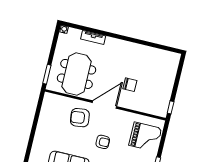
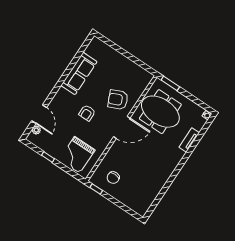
chair: (130, 85) -> (113, 178), moved
door: (104, 105) -> (122, 127), hinge flipped
armchair: (80, 118) -> (118, 100), turned -107

